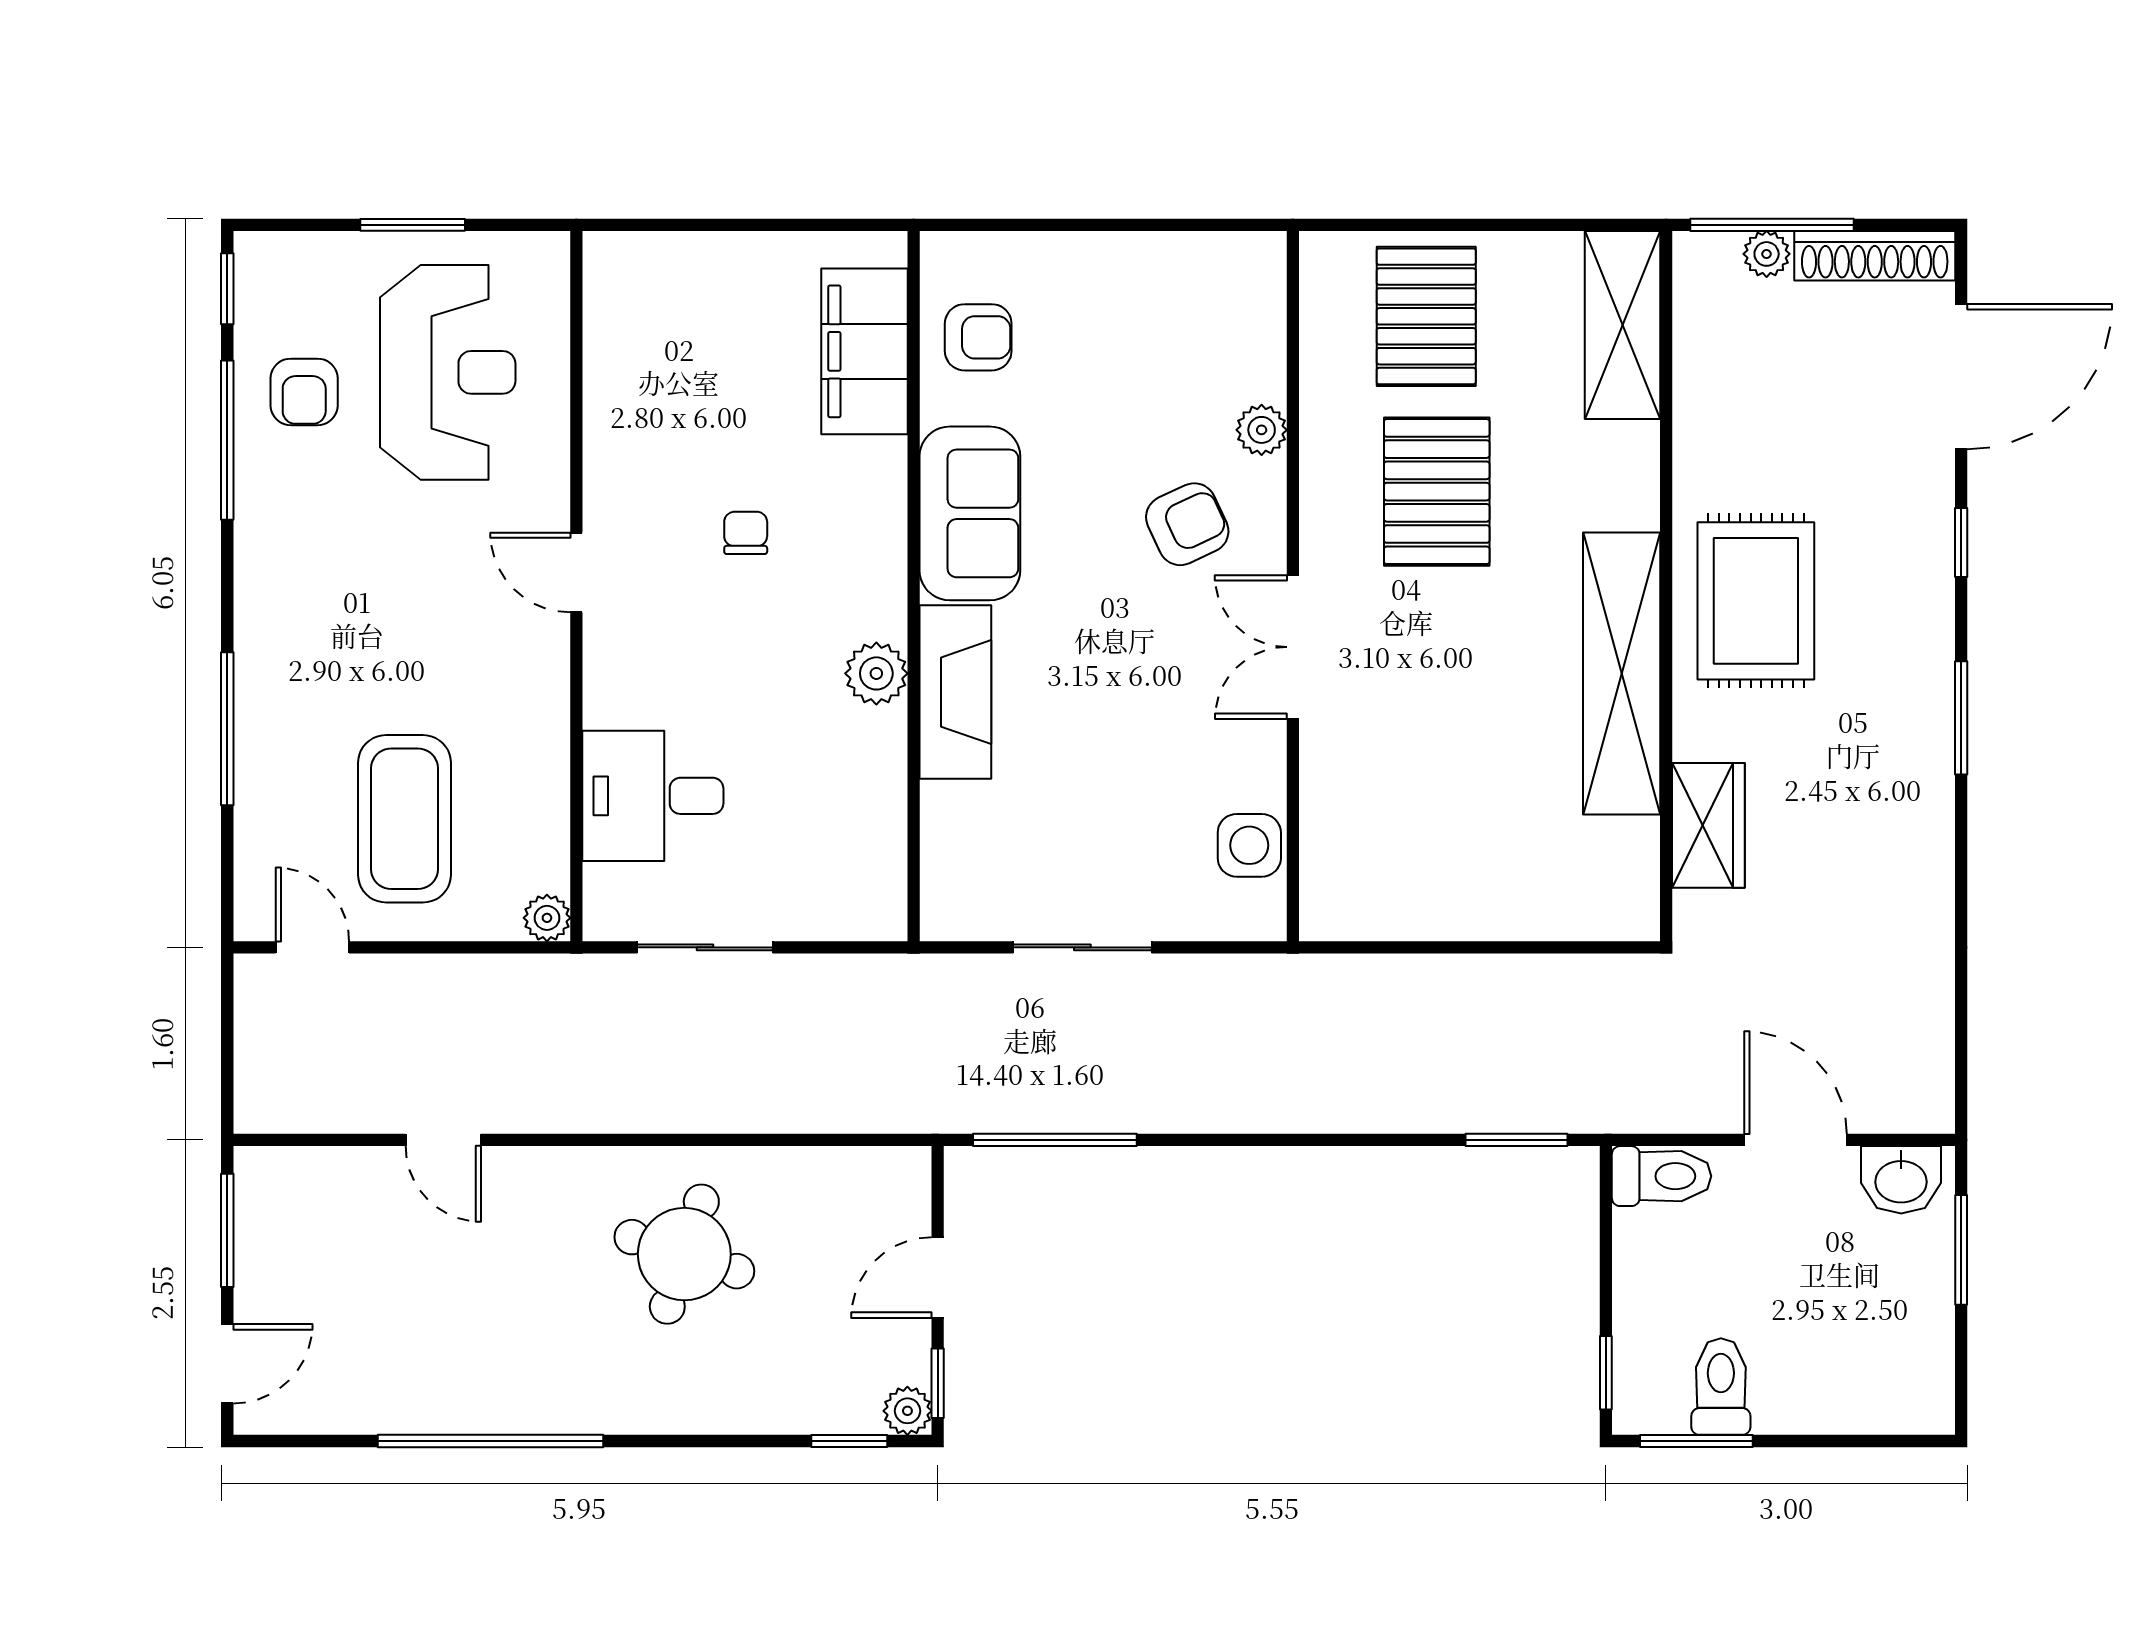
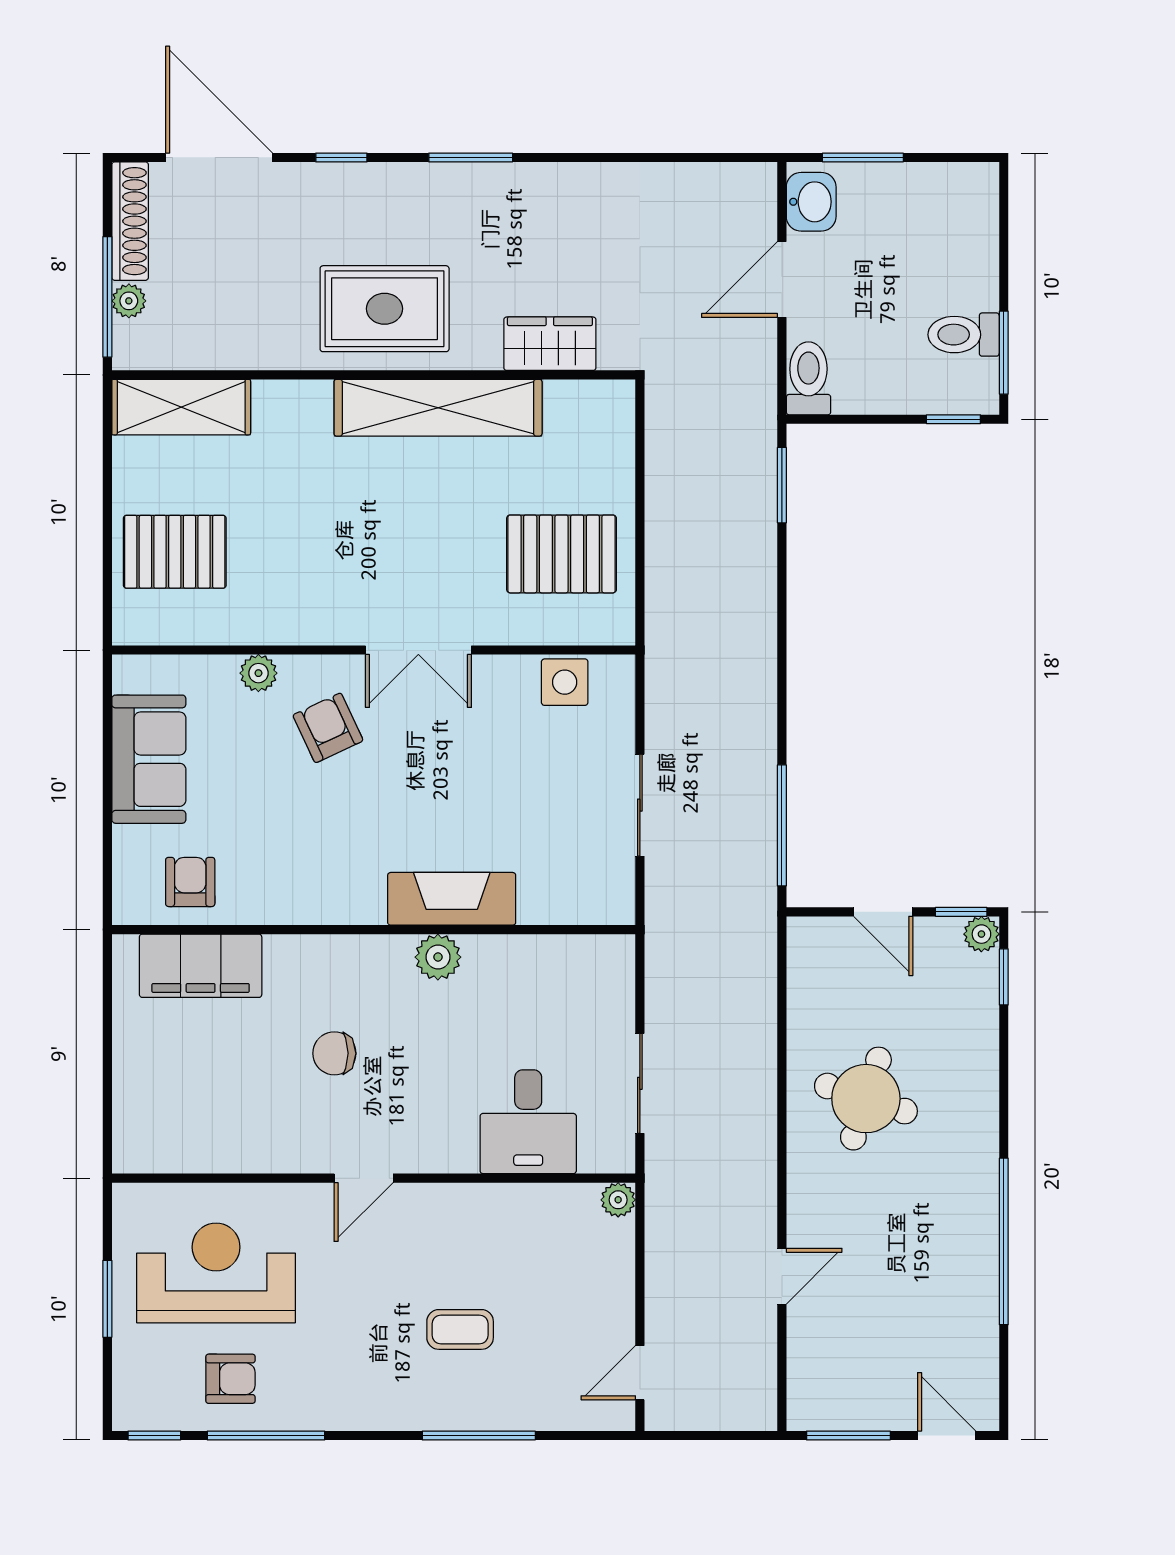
pallet: (1437, 492) -> (562, 554), moved
sofa: (970, 513) -> (149, 759), moved, turned 90
chair: (746, 533) -> (334, 1053), width x1.37, depth x1.37
coffee table: (404, 819) -> (460, 1329), moved, width x0.54, depth x0.58

